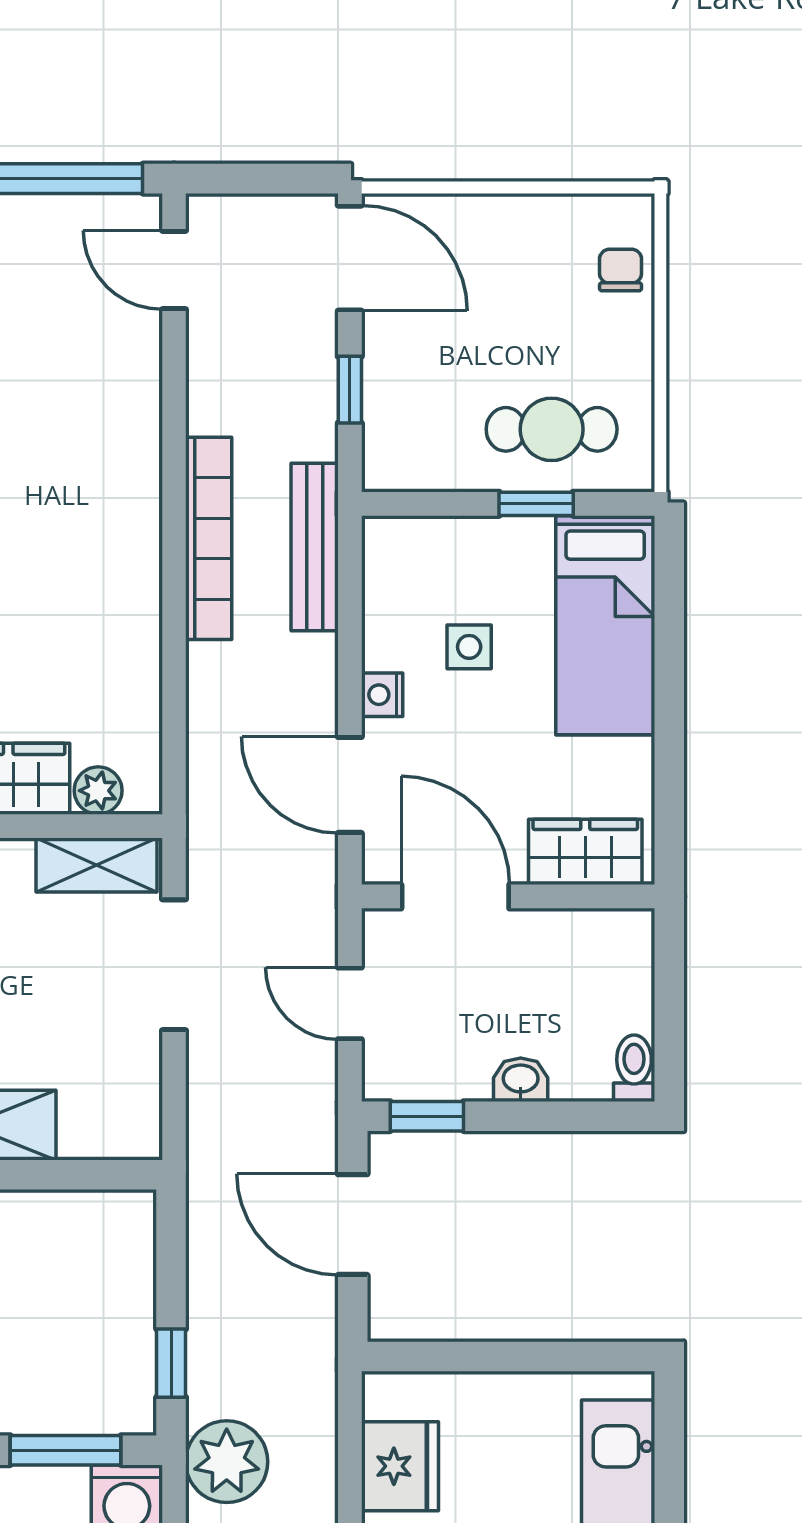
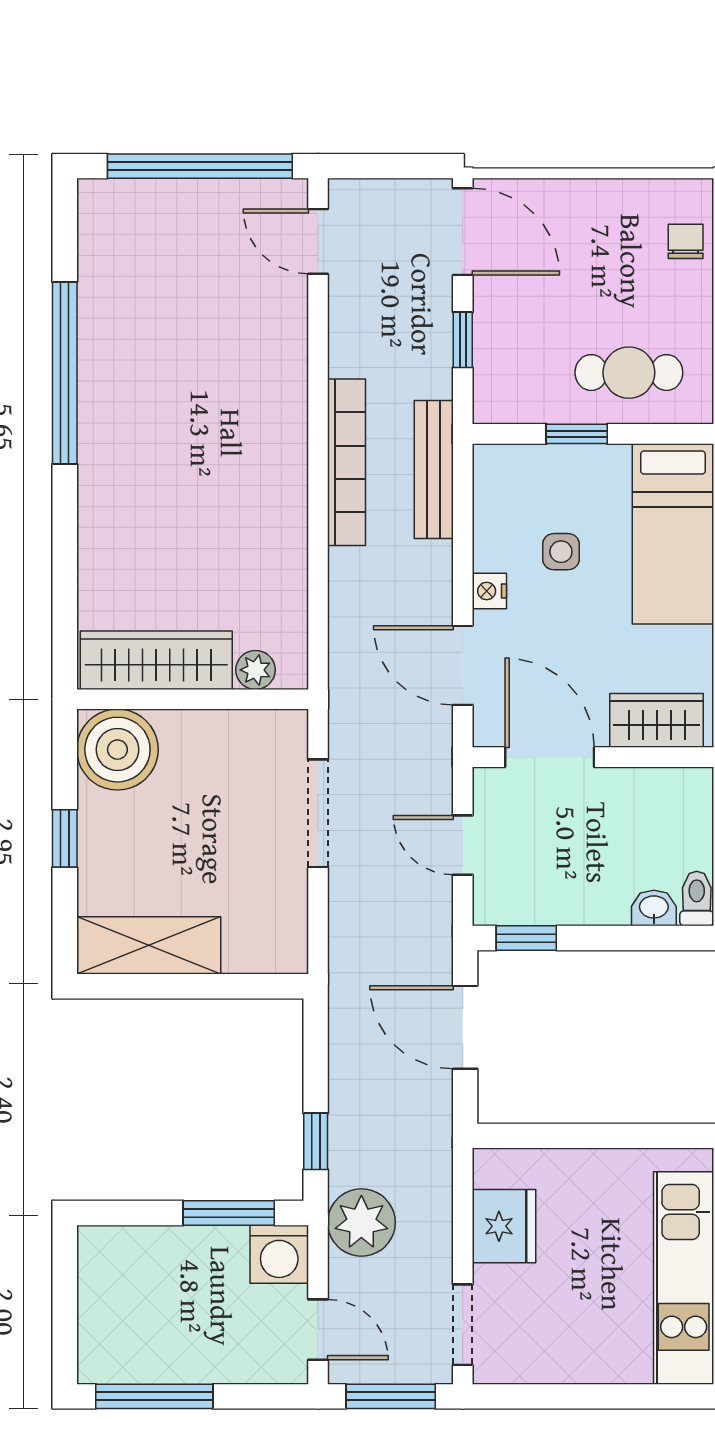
window: (536, 504) -> (577, 434), moved
shelving: (97, 865) -> (254, 731), removed
washbasin: (521, 1080) -> (654, 908), moved

